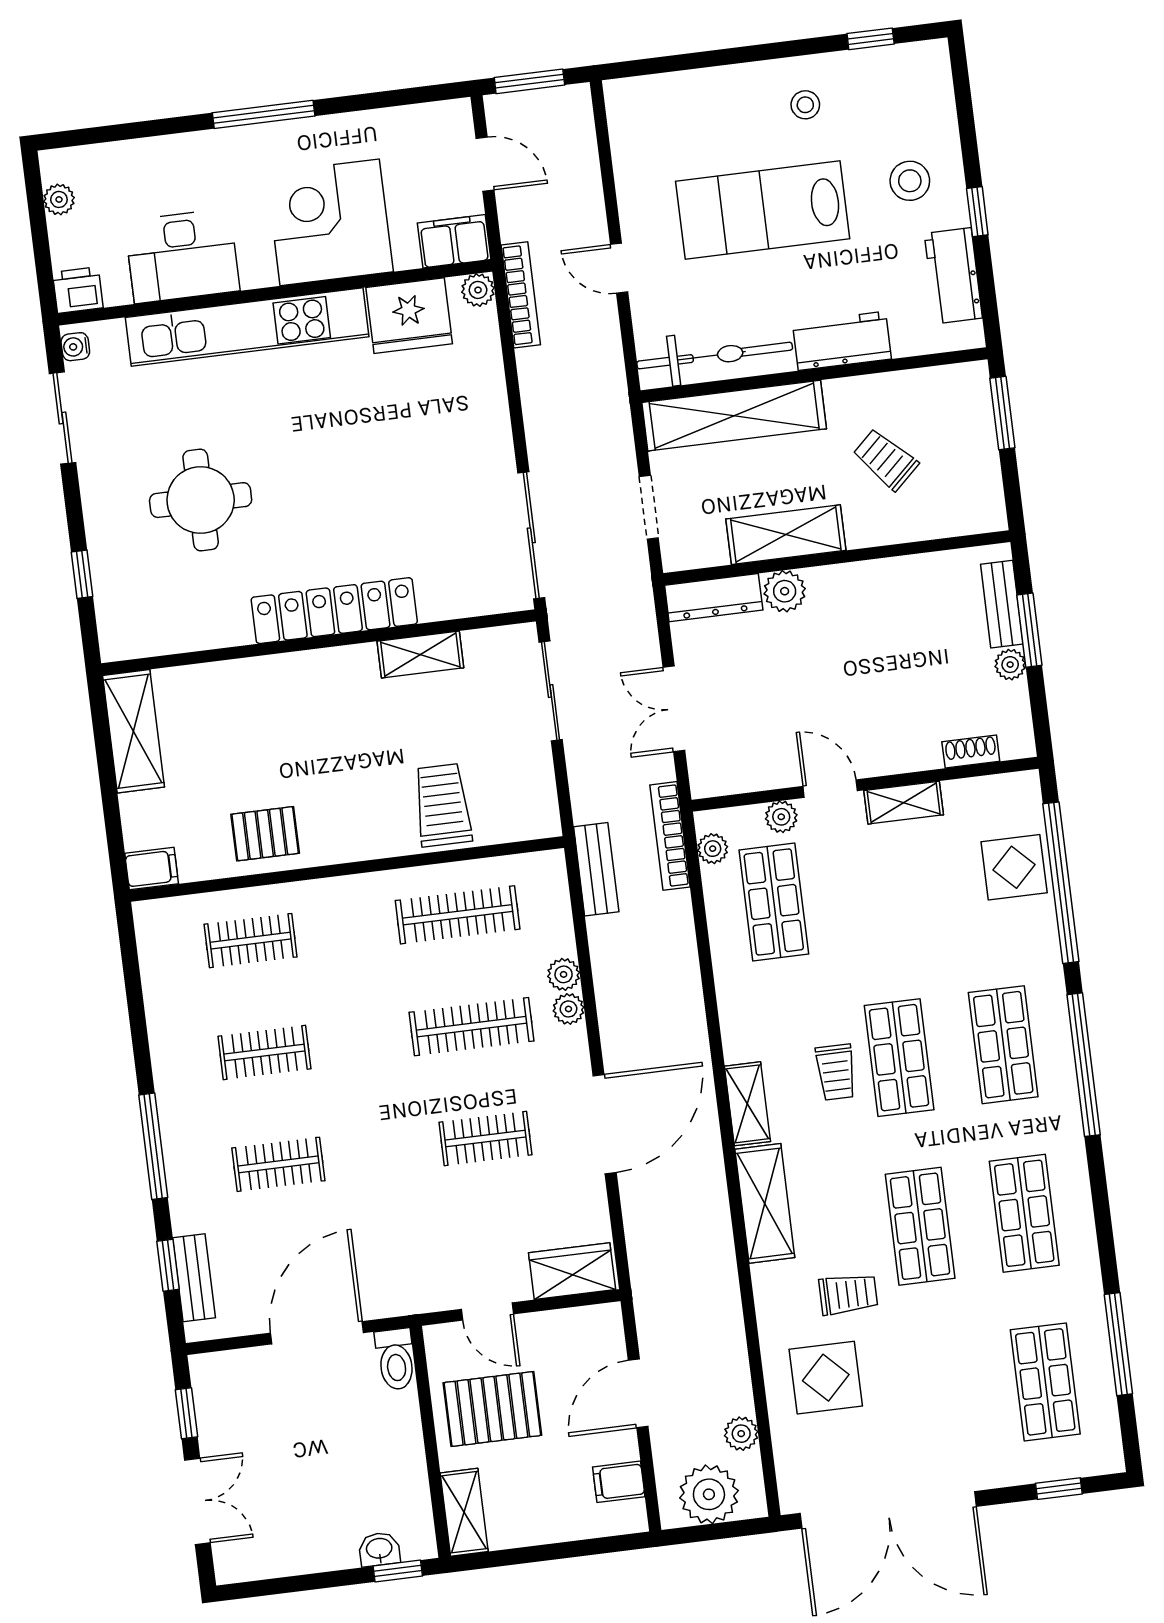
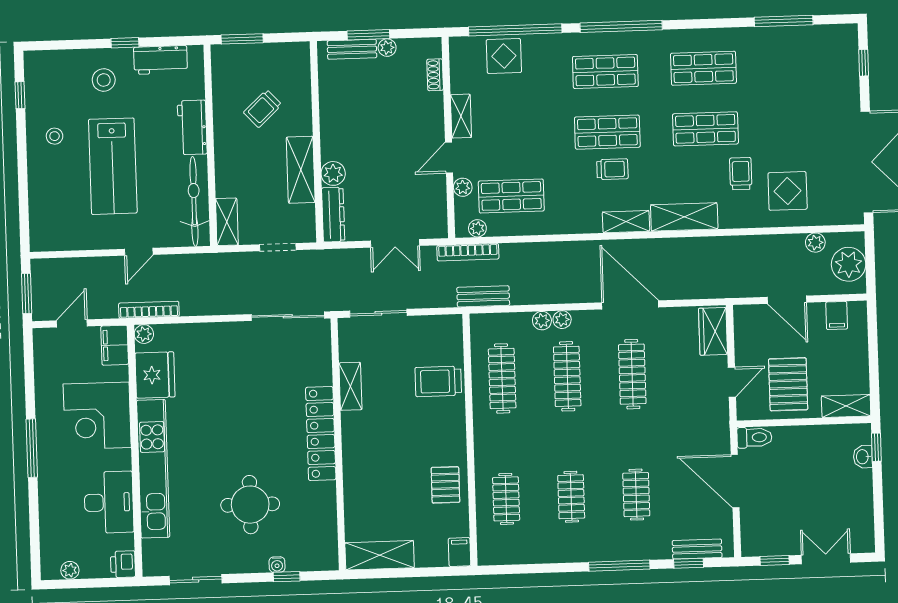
water cooler: (75, 347) -> (277, 565), moved
shelving: (734, 416) -> (227, 222), width x0.45, depth x0.75
clothes rail: (485, 1139) -> (632, 374), width x1.36
shop shelf: (1045, 1382) -> (801, 65), removed

